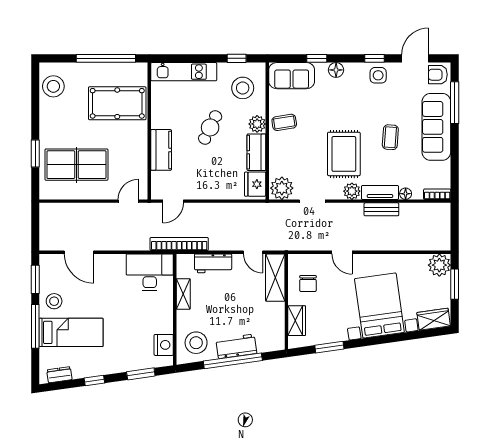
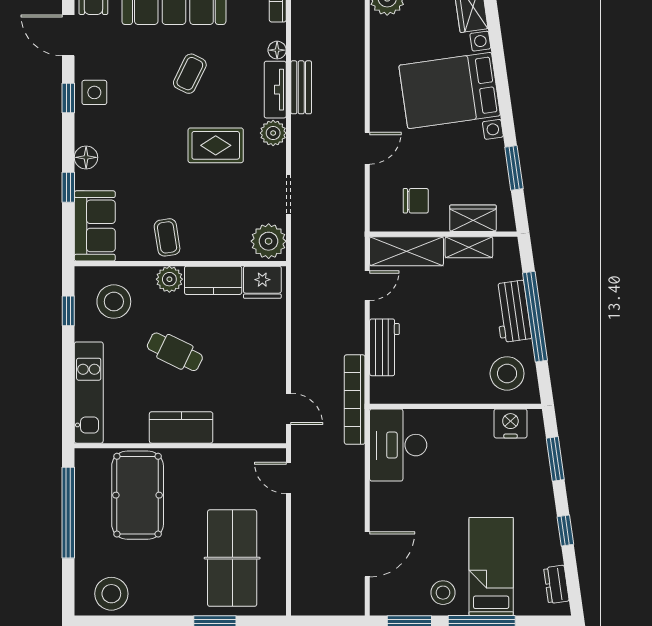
coffee table: (390, 137) -> (190, 74), turned -68
kitchen counter: (161, 150) -> (181, 427), moved
rug: (344, 154) -> (216, 145), width x0.73, depth x0.70
shelving: (183, 294) -> (469, 247), moved

